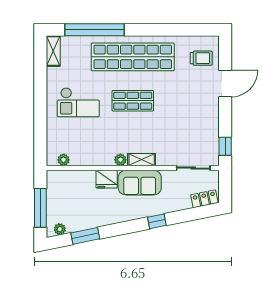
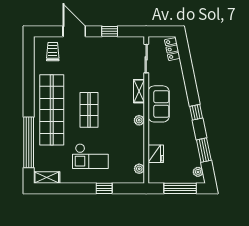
checkout: (78, 102) -> (90, 156), turned 90
window: (40, 118) -> (104, 188), added
window: (225, 146) -> (110, 31), moved
shelving: (142, 160) -> (139, 91), moved
fridge: (107, 179) -> (156, 154), moved
window: (157, 221) -> (196, 112), moved

